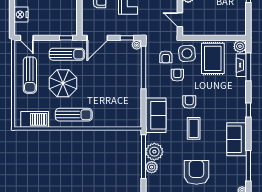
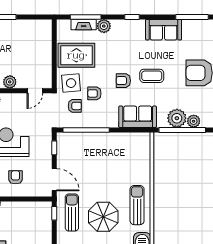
plant: (137, 45) -> (62, 137), removed
plant: (240, 46) -> (104, 26), moved

